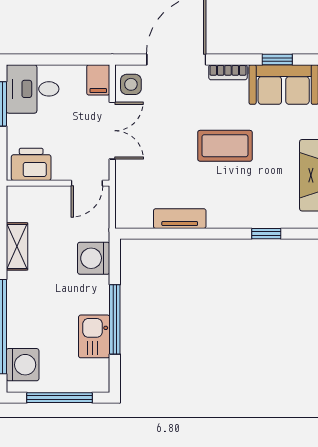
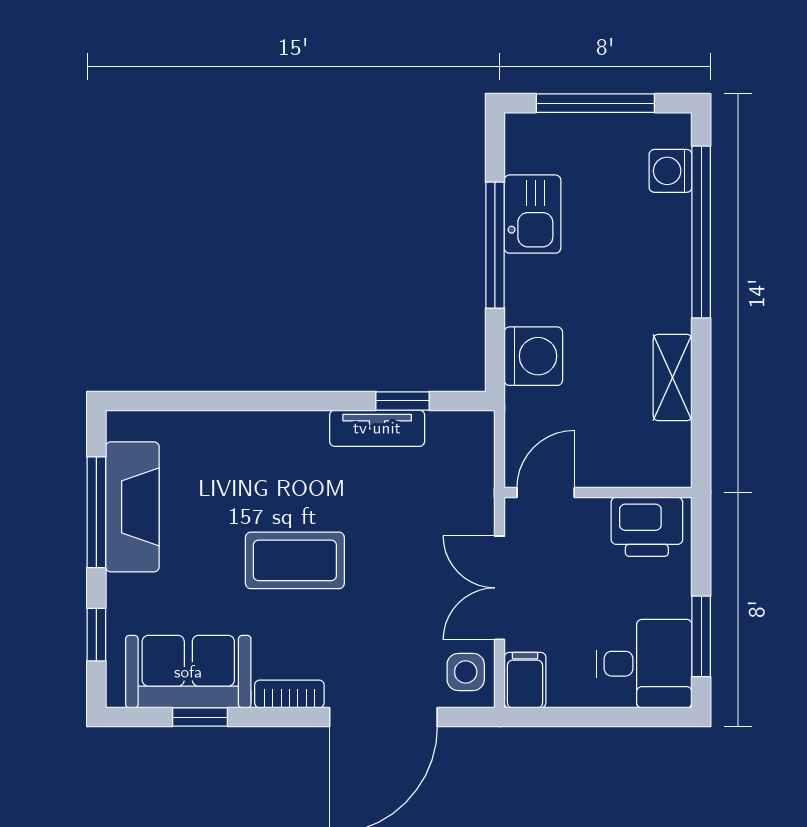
window: (266, 234) -> (402, 401), moved
washing machine: (23, 365) -> (671, 171), width x0.73, depth x0.73

